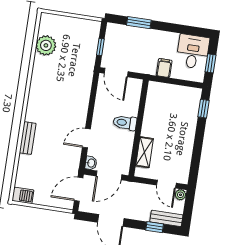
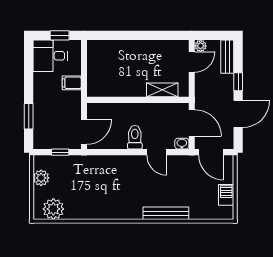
plant: (79, 25) -> (41, 178), added
plant: (46, 45) -> (53, 209), moved
window: (204, 109) -> (108, 35), removed
toilet: (125, 123) -> (135, 137), moved, turned 180
bench: (28, 138) -> (166, 213), width x1.36
barbecue: (23, 195) -> (226, 195), moved
window: (155, 227) -> (238, 82), moved

